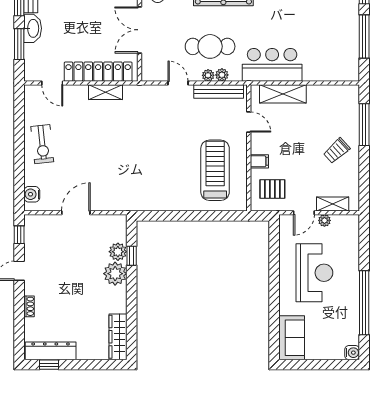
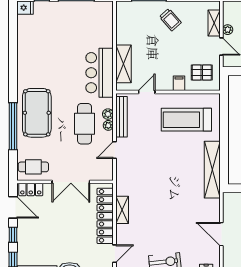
pallet: (272, 189) -> (202, 72), turned 90
shelving: (154, 202) -> (212, 170), added

